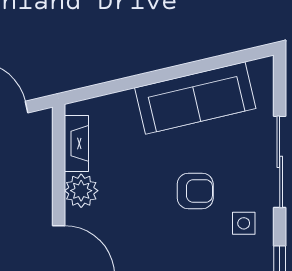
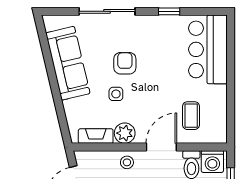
stool: (34, 194) -> (127, 162), added
side table: (244, 223) -> (116, 94), moved

